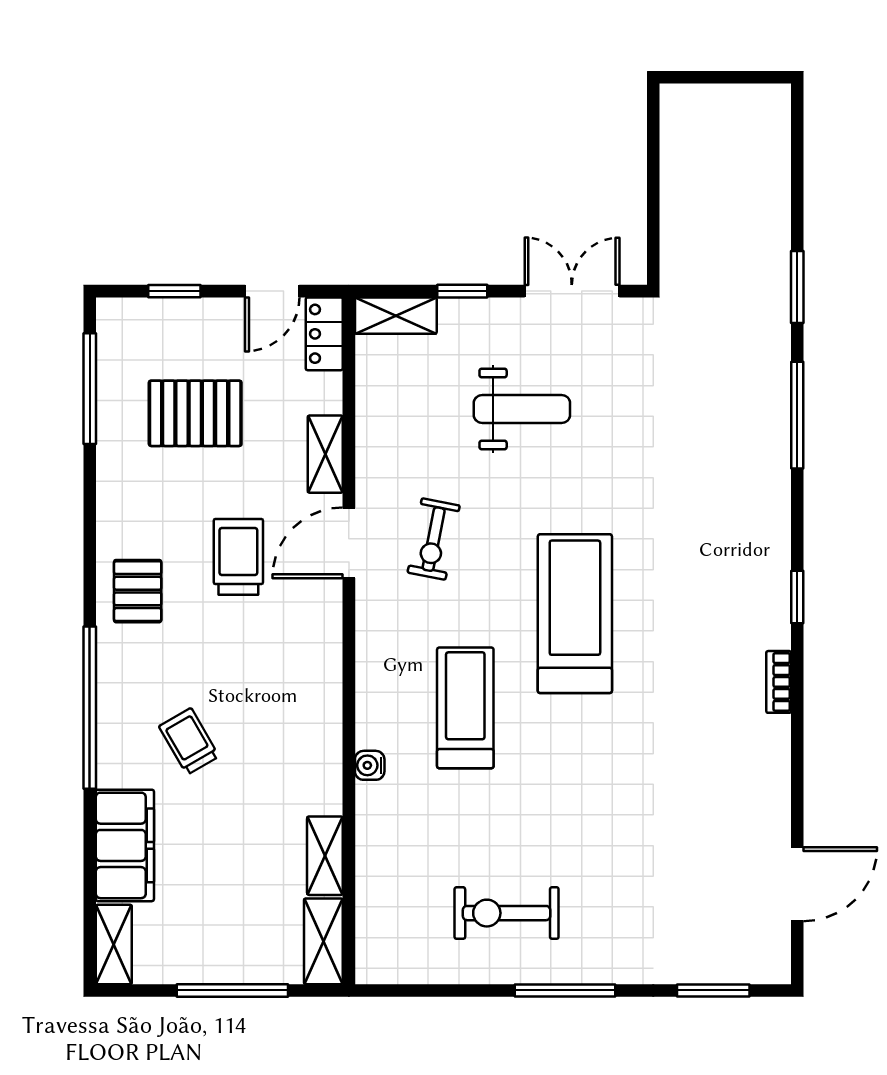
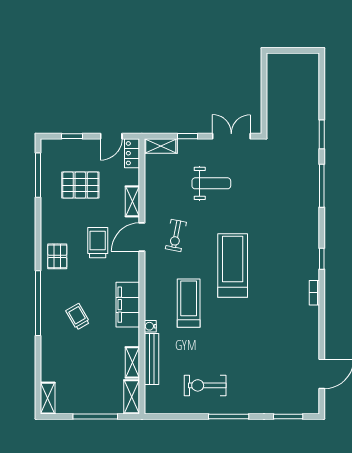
filing cabinet: (125, 845) -> (128, 305), moved, turned 180
bench: (373, 847) -> (152, 359), added

